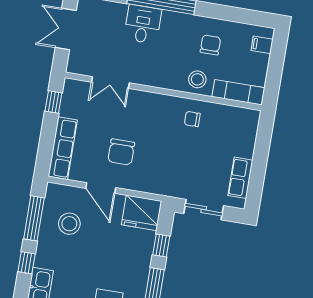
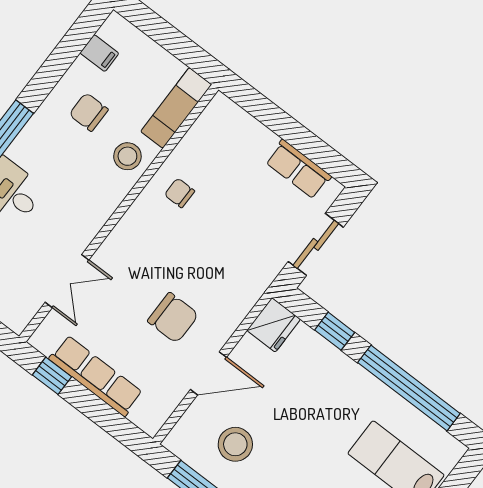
filing cabinet: (262, 45) -> (99, 53), moved, turned -90
chair: (192, 119) -> (180, 193), turned 90
row of seats: (63, 148) -> (96, 376), moved
fridge: (141, 213) -> (274, 325), width x0.73, depth x0.75

